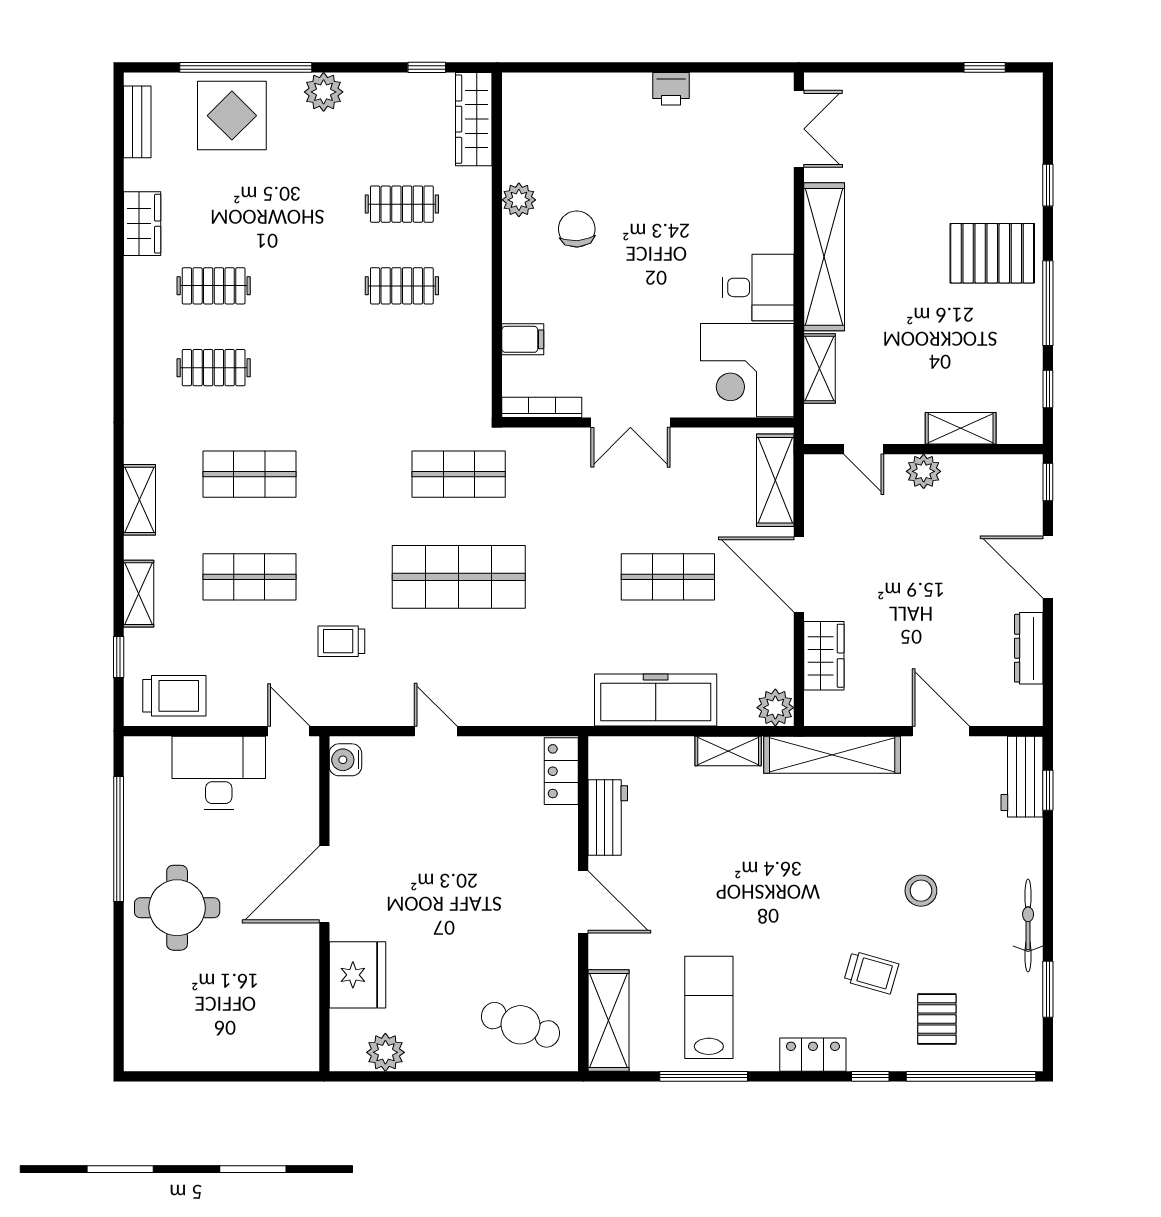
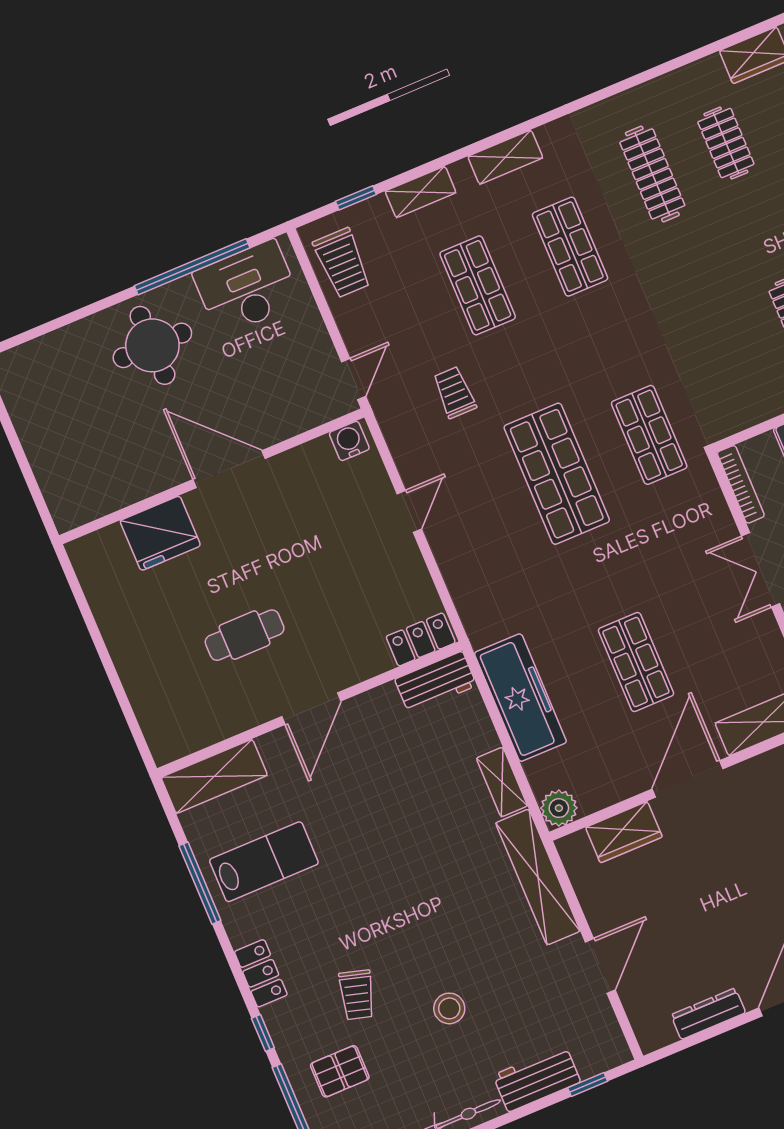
clothes rail: (214, 368) -> (652, 174), width x1.36
desk: (219, 773) -> (247, 288), moved, turned -90
workbench: (1022, 777) -> (537, 1079), moved
workbench: (608, 817) -> (436, 682), moved
cafe table: (520, 1025) -> (245, 635), moved, turned 71
plant: (385, 1052) -> (101, 588), removed

